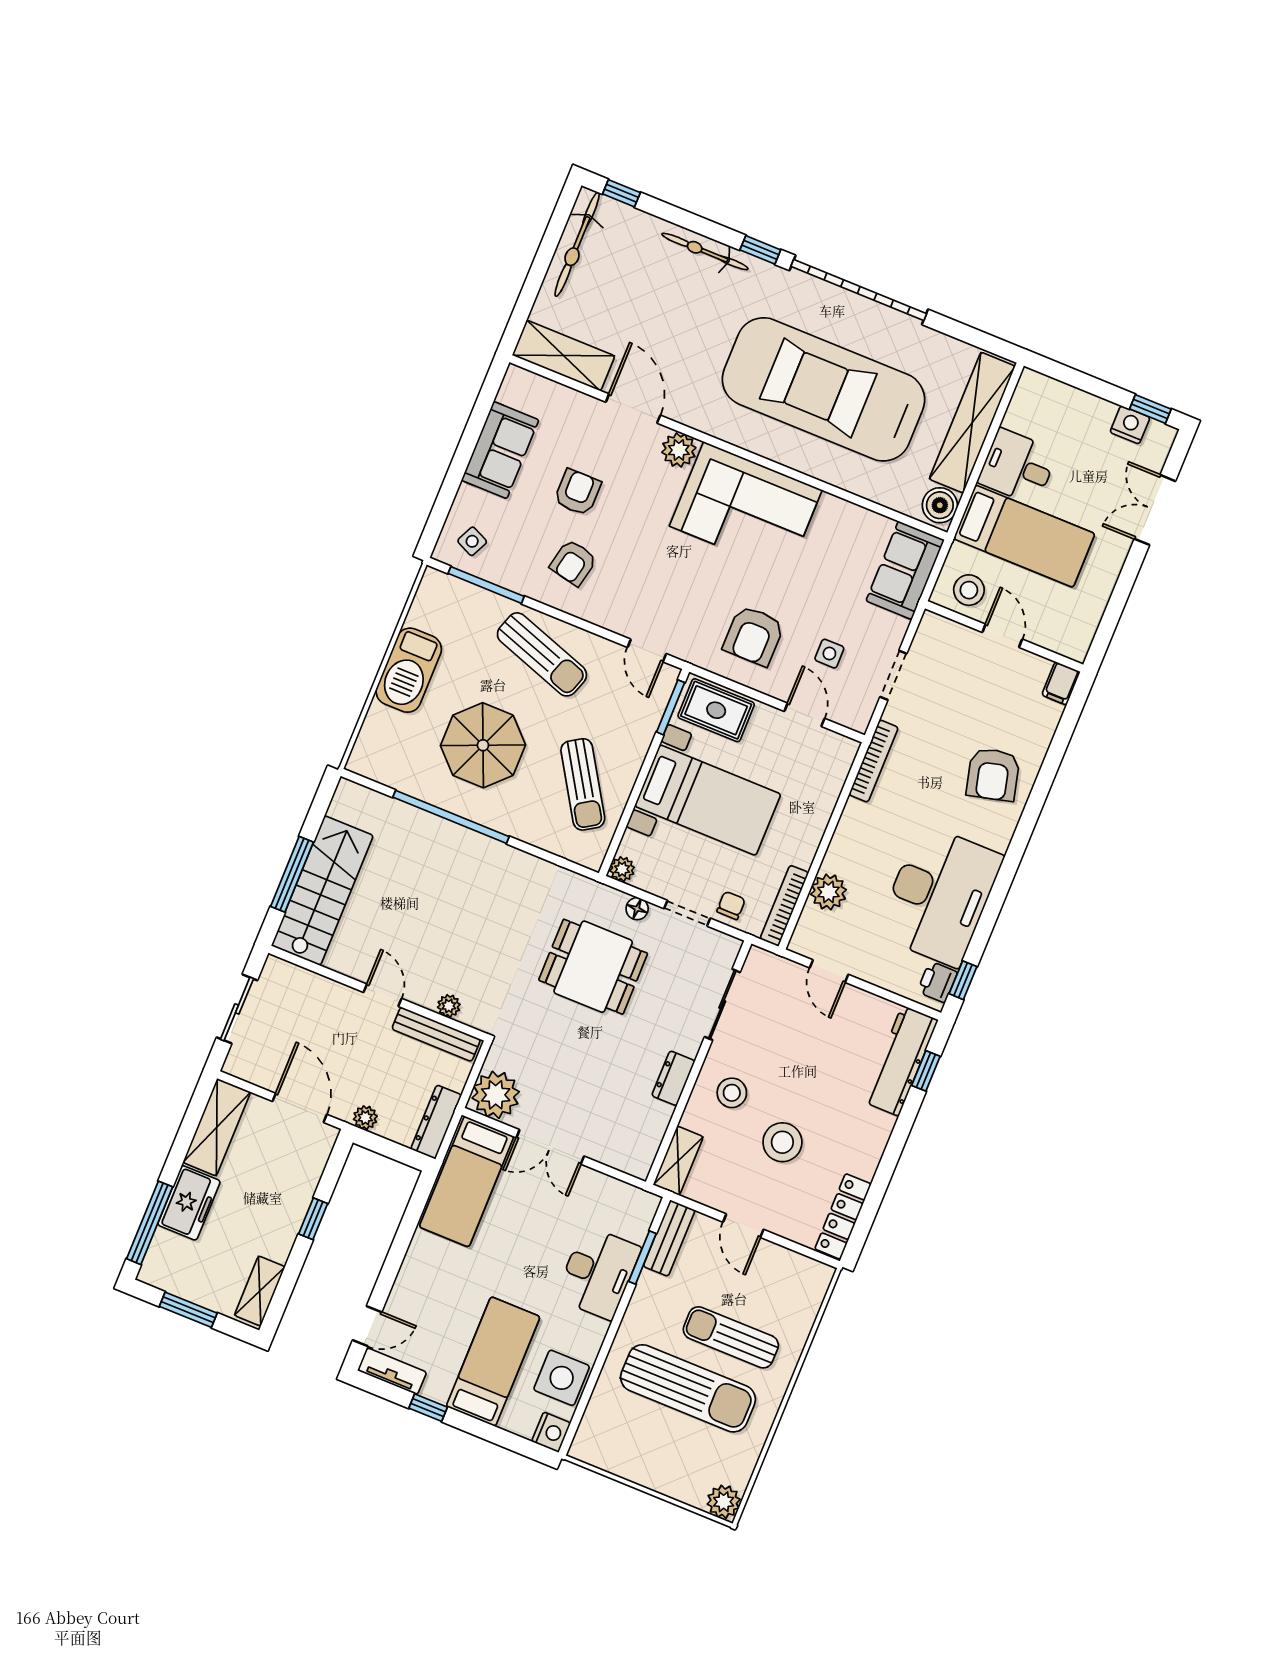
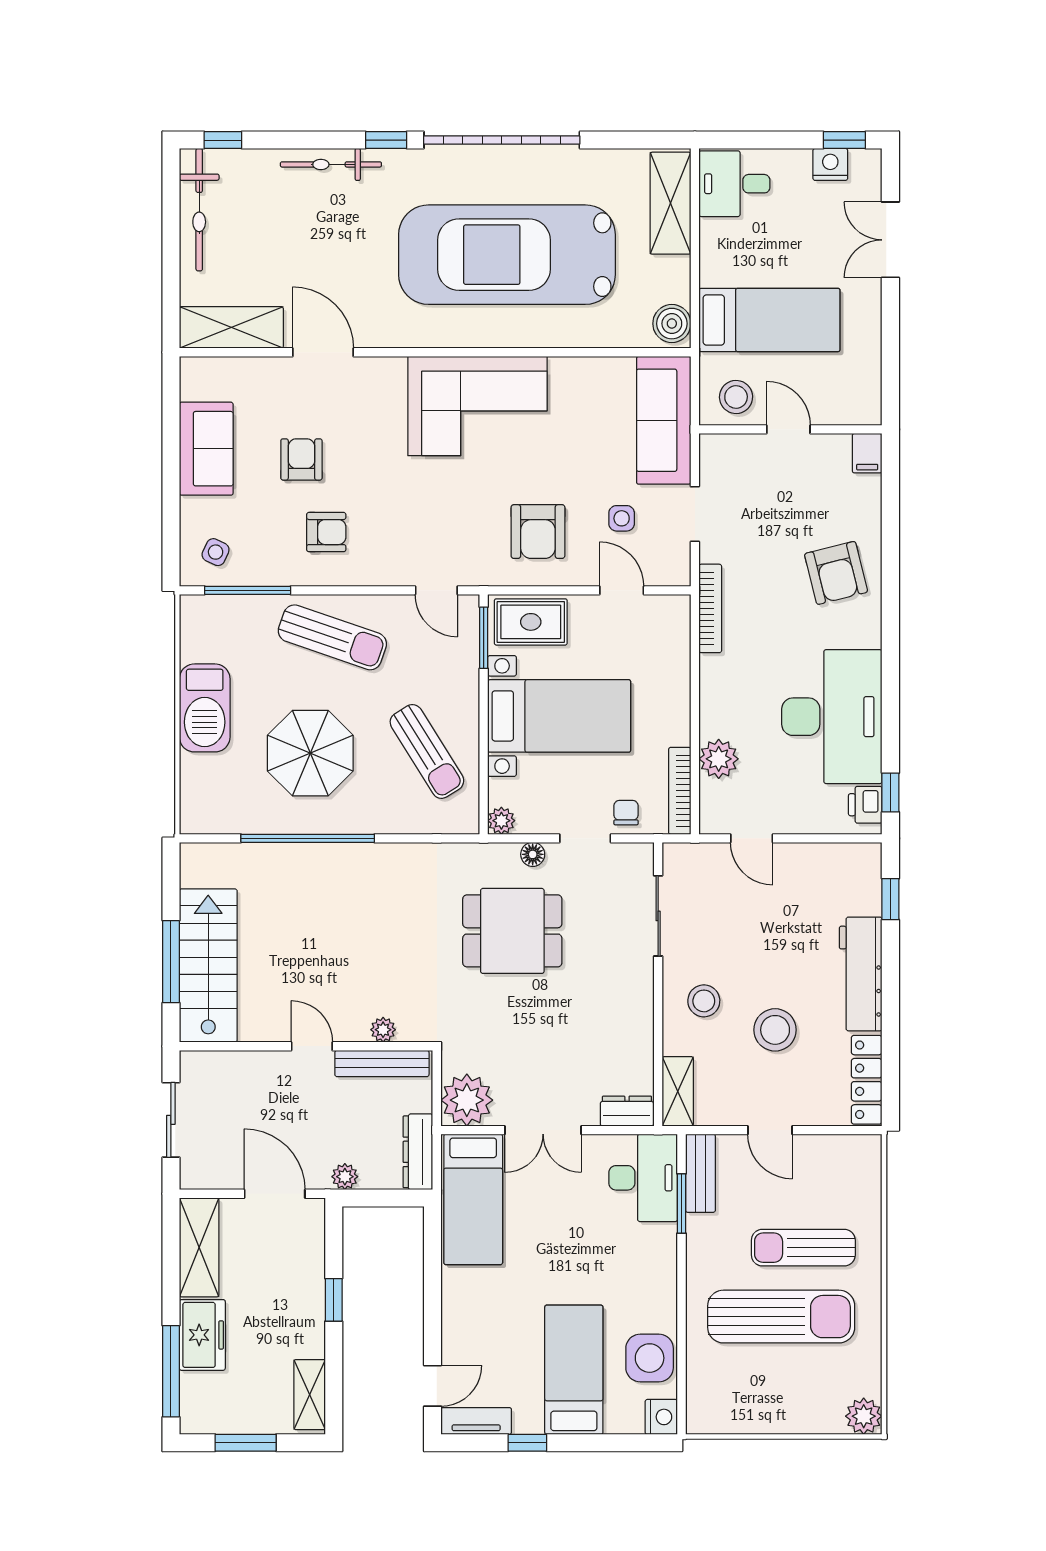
shelving: (972, 423) -> (670, 203), width x0.68
plant: (679, 450) -> (386, 375), removed
desk: (1018, 467) -> (734, 184), moved
armchair: (573, 563) -> (326, 532), turned -102
sofa: (905, 570) -> (664, 420), width x1.36
workbench: (901, 1061) -> (861, 974), moved
dresser: (673, 1078) -> (627, 1111), moved, turned 90
desk: (598, 1273) -> (643, 1178), moved

